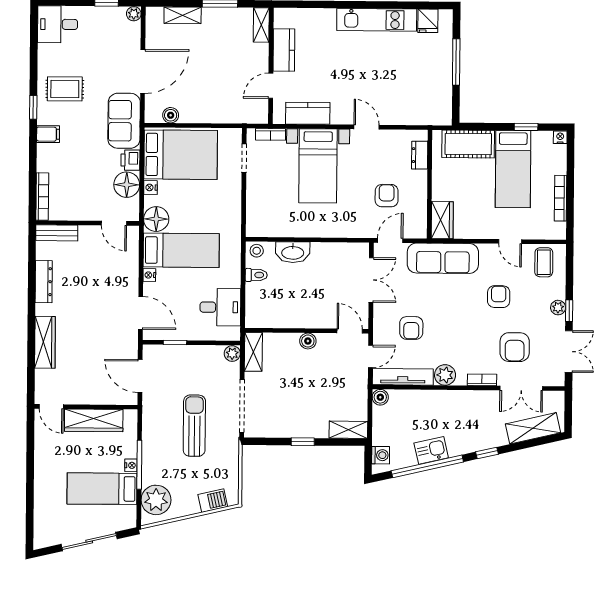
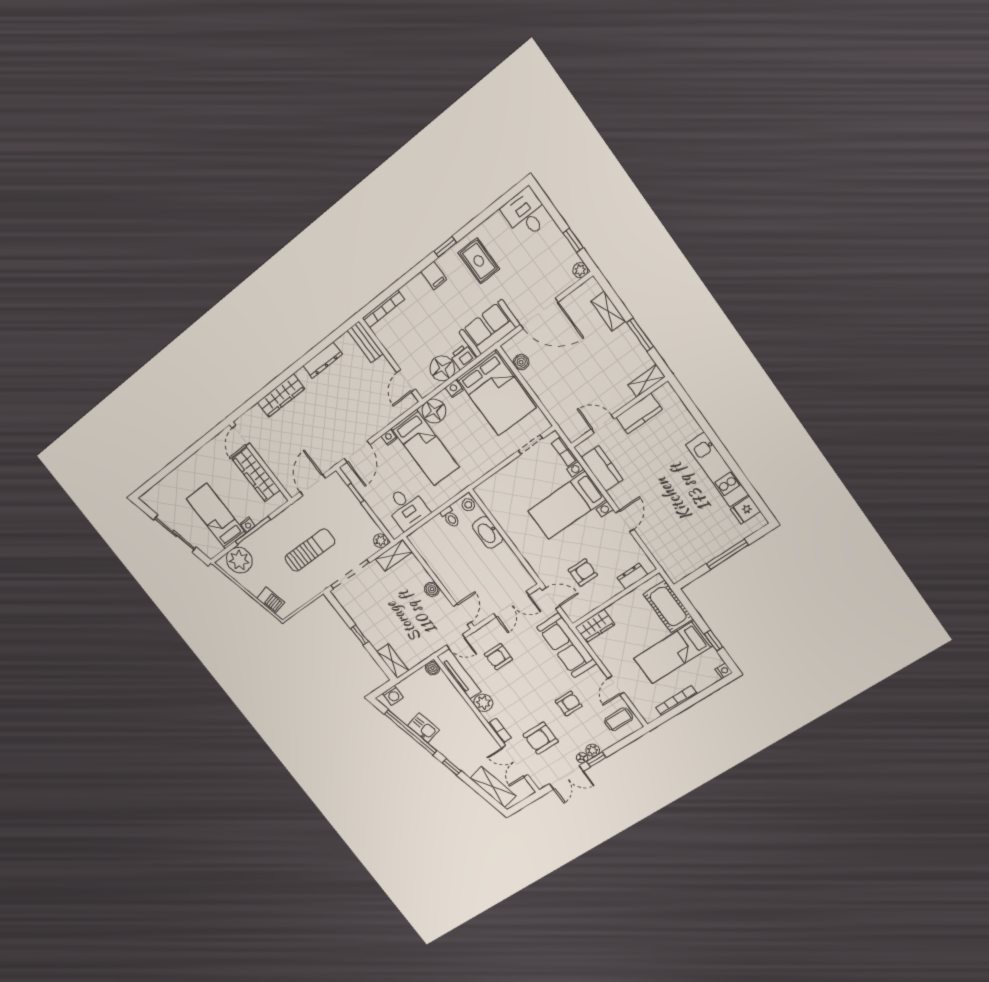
floor lamp: (559, 323) -> (582, 758), added

